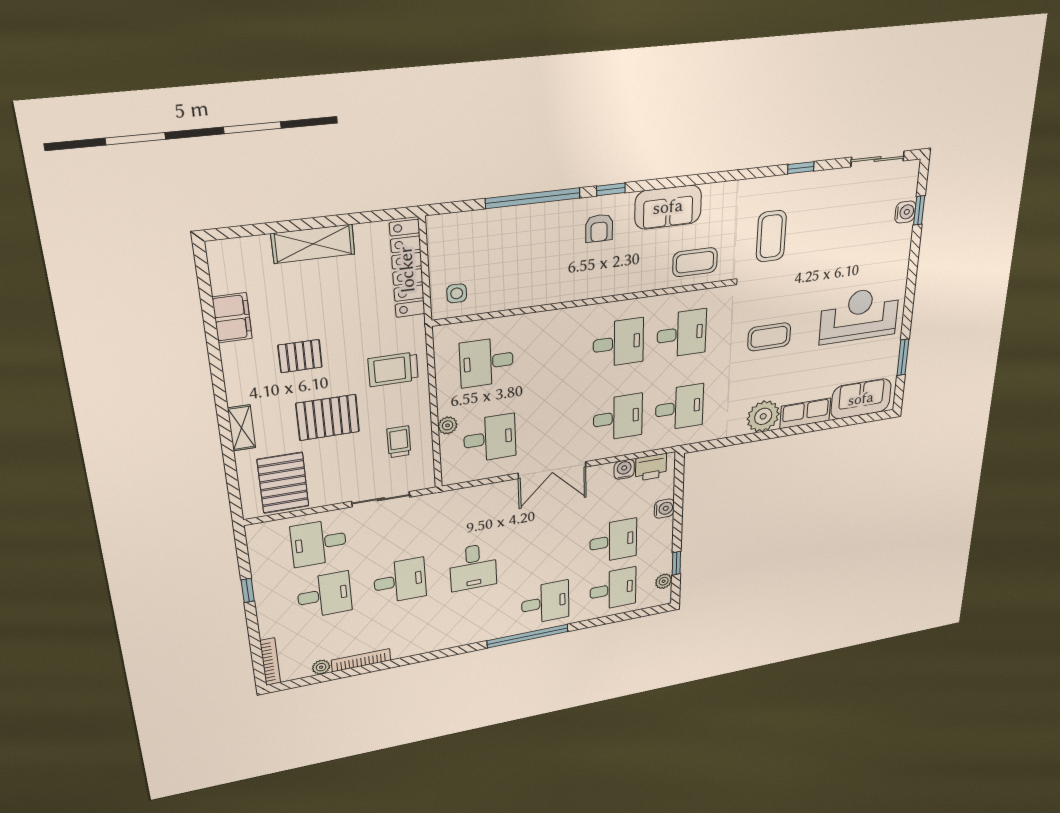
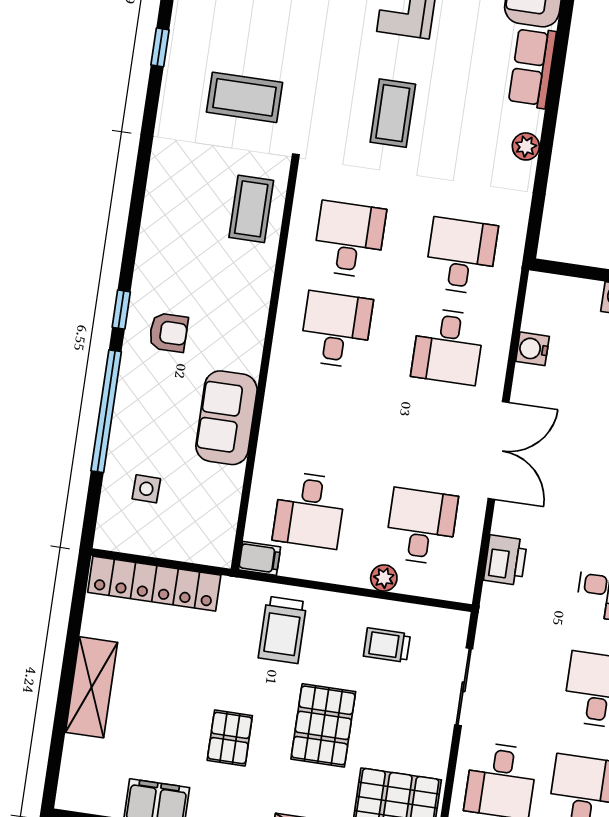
sofa: (668, 207) -> (226, 418), moved, turned 180
side table: (457, 293) -> (146, 489), moved
filing cabinet: (444, 338) -> (260, 558), added
plant: (763, 416) -> (526, 146), width x0.53, depth x0.53
desk: (618, 418) -> (448, 346), turned 180
printer: (651, 467) -> (505, 560), moved

